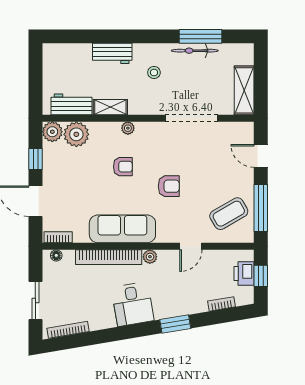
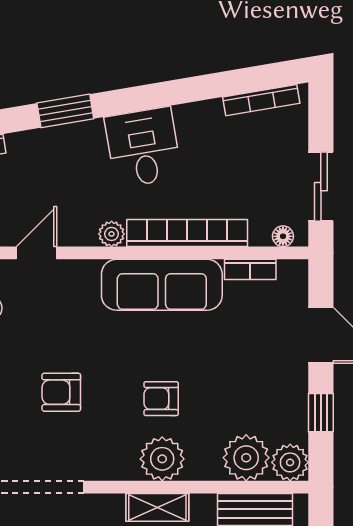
shelving: (110, 107) -> (157, 507), moved
plant: (128, 128) -> (162, 459), width x1.87, depth x1.87
armchair: (169, 186) -> (61, 392), moved
bookcase: (58, 237) -> (250, 269), moved
sliding door: (35, 301) -> (321, 187), moved

